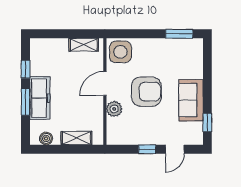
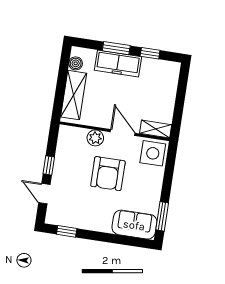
shelving: (84, 45) -> (156, 129), moved, turned 90
sofa: (191, 100) -> (134, 225), moved
shelving: (76, 138) -> (74, 95), width x1.50, depth x1.33

